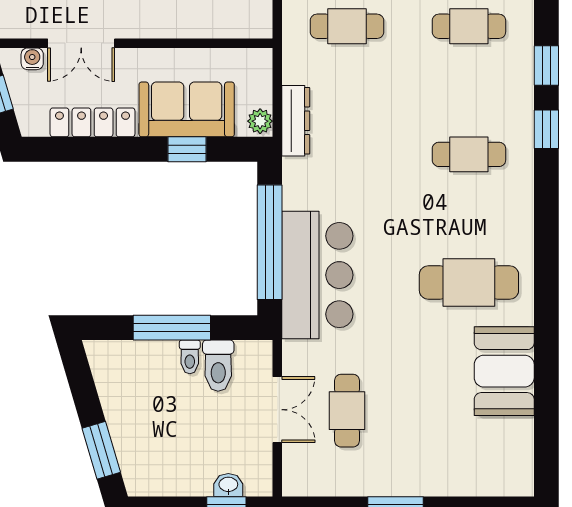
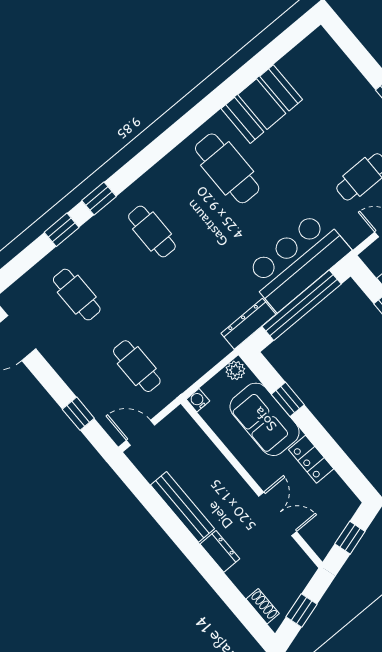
water cooler: (32, 59) -> (198, 400), moved, turned 90
dresser: (296, 121) -> (248, 324), moved
locker: (93, 122) -> (311, 459), width x0.66

